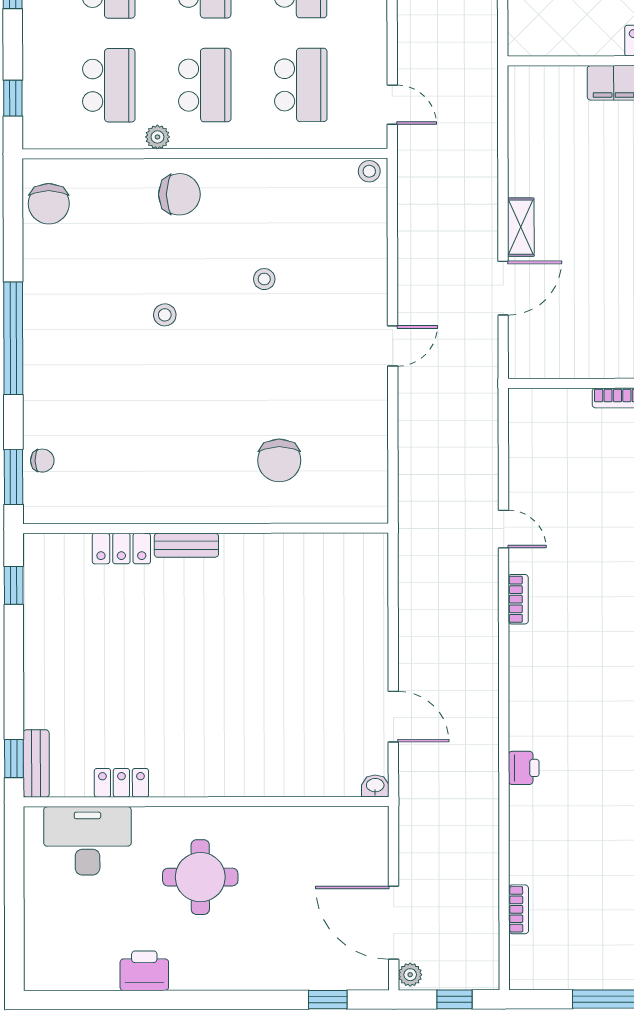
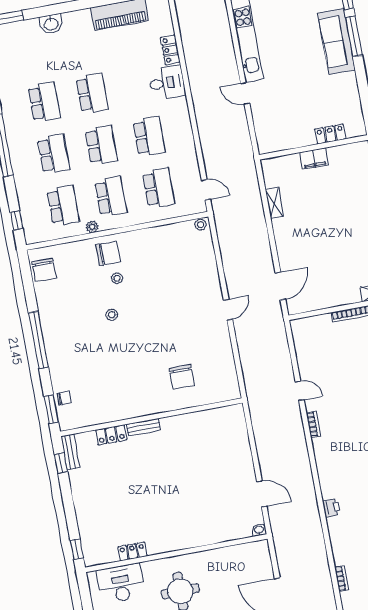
shelving: (521, 227) -> (274, 203), moved
stool: (264, 279) -> (117, 278), moved
door: (503, 288) -> (280, 286), moved
bench: (36, 763) -> (70, 452), moved

